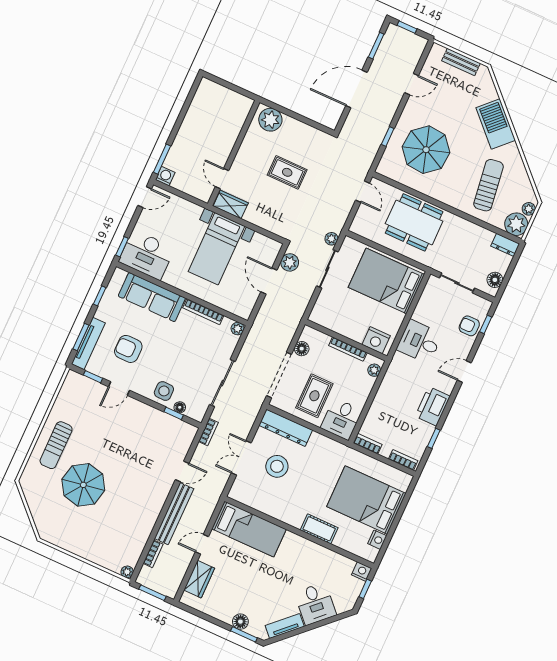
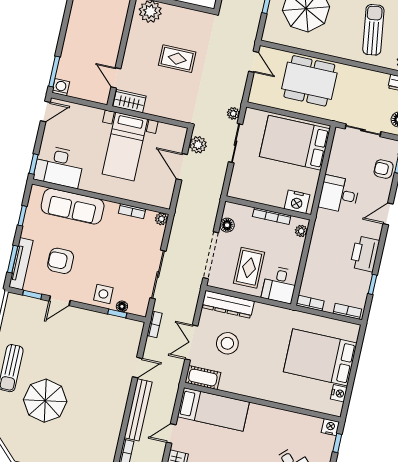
bookcase: (203, 312) -> (132, 211), width x0.64
cot: (319, 529) -> (203, 378), moved

